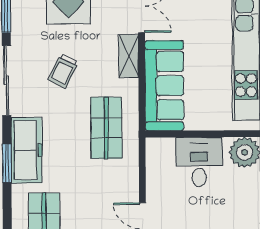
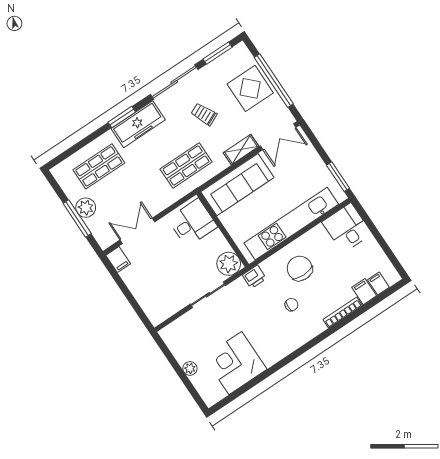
trolley: (63, 71) -> (204, 114), turned 39
desk: (199, 162) -> (192, 223), moved

